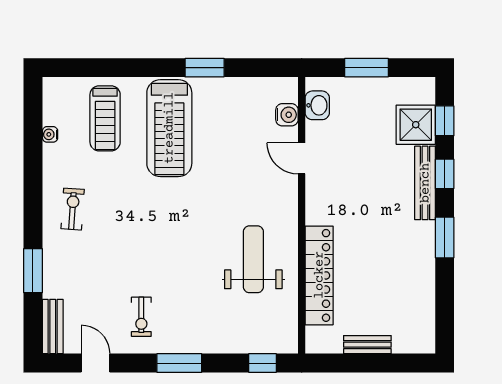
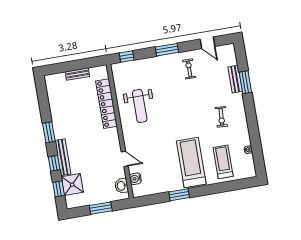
exercise bike: (73, 209) -> (221, 117), moved
bench: (53, 327) -> (235, 79), moved

